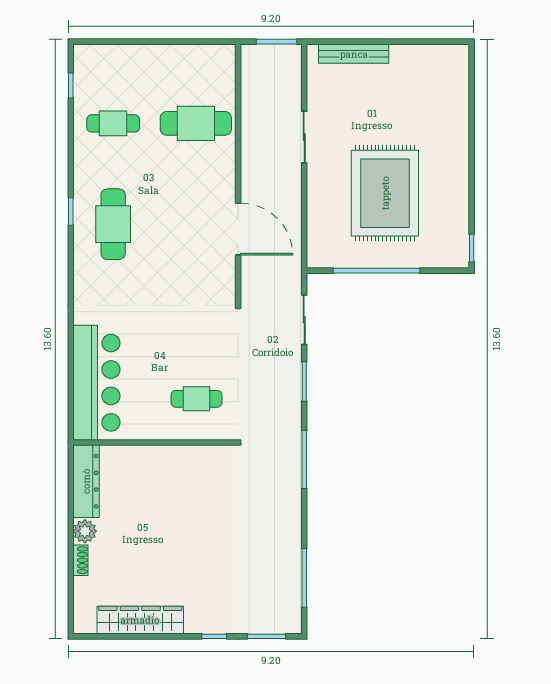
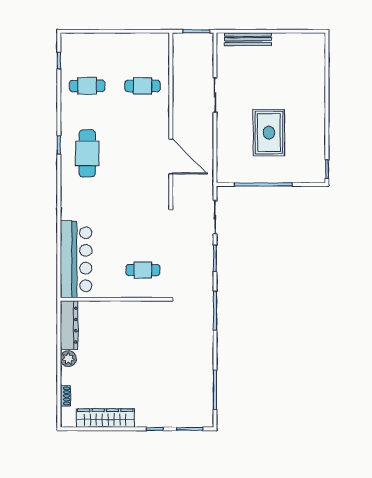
cafe table: (196, 123) -> (143, 86), width x0.73, depth x0.74
rug: (385, 193) -> (269, 133), width x0.73, depth x0.69
shoe rack: (80, 560) -> (65, 396), moved

